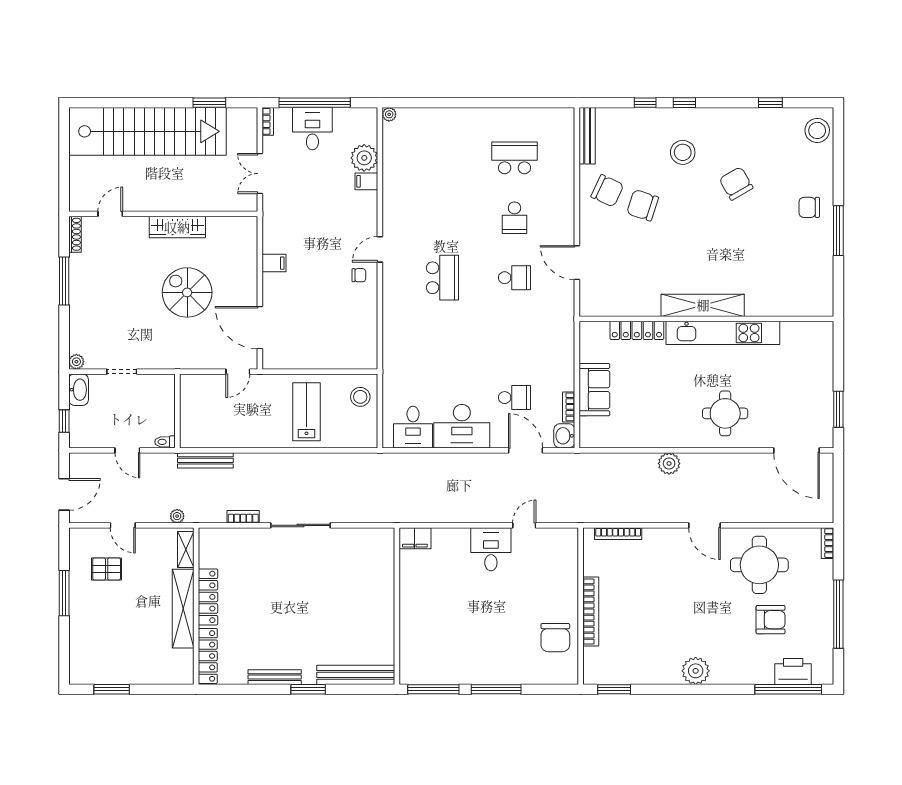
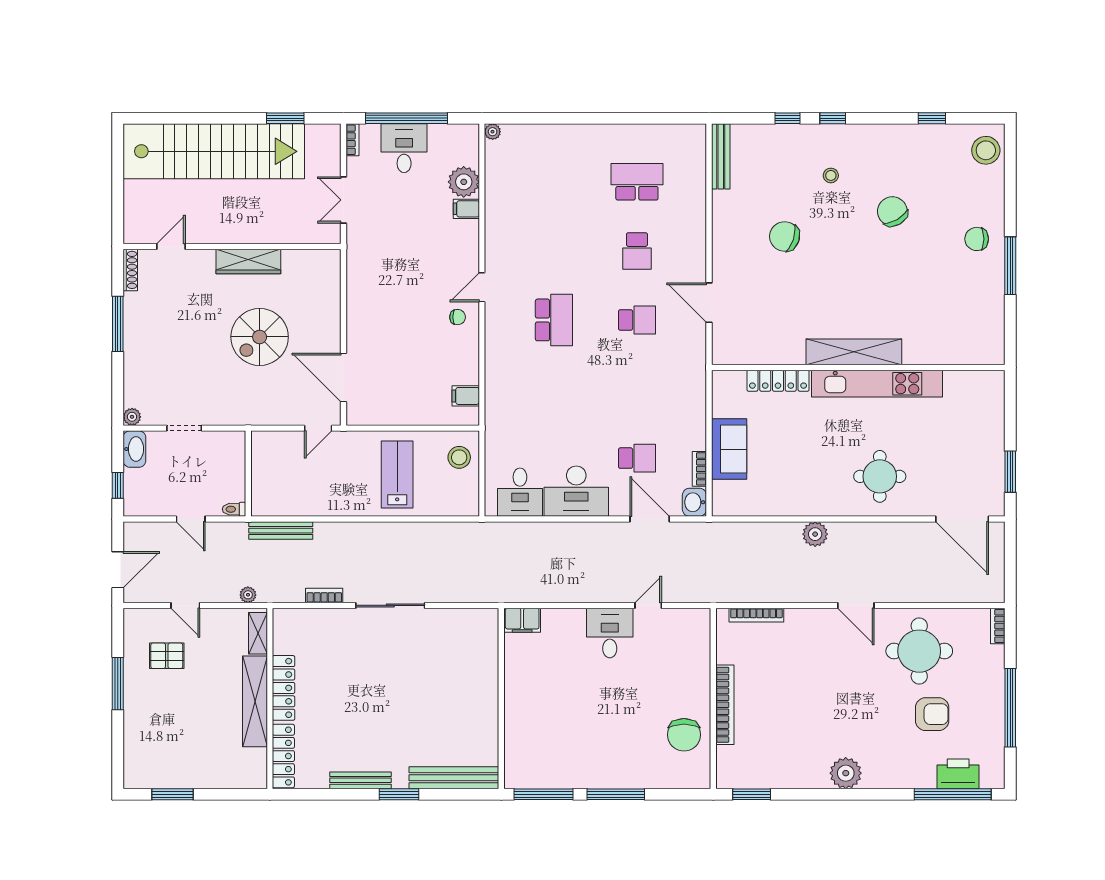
stool: (683, 152) -> (831, 175), width x0.53, depth x0.53
chair: (607, 191) -> (744, 220), removed
filing cabinet: (274, 263) -> (466, 396), moved, turned 180
spiral stairs: (187, 292) -> (260, 337), turned -90

